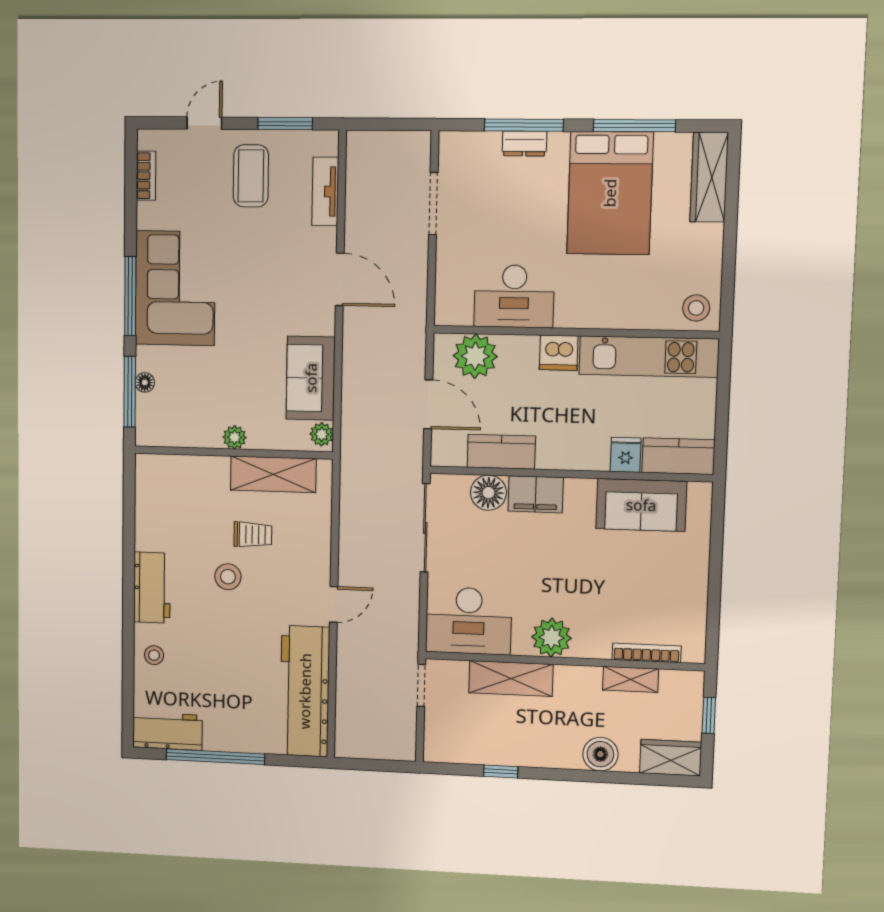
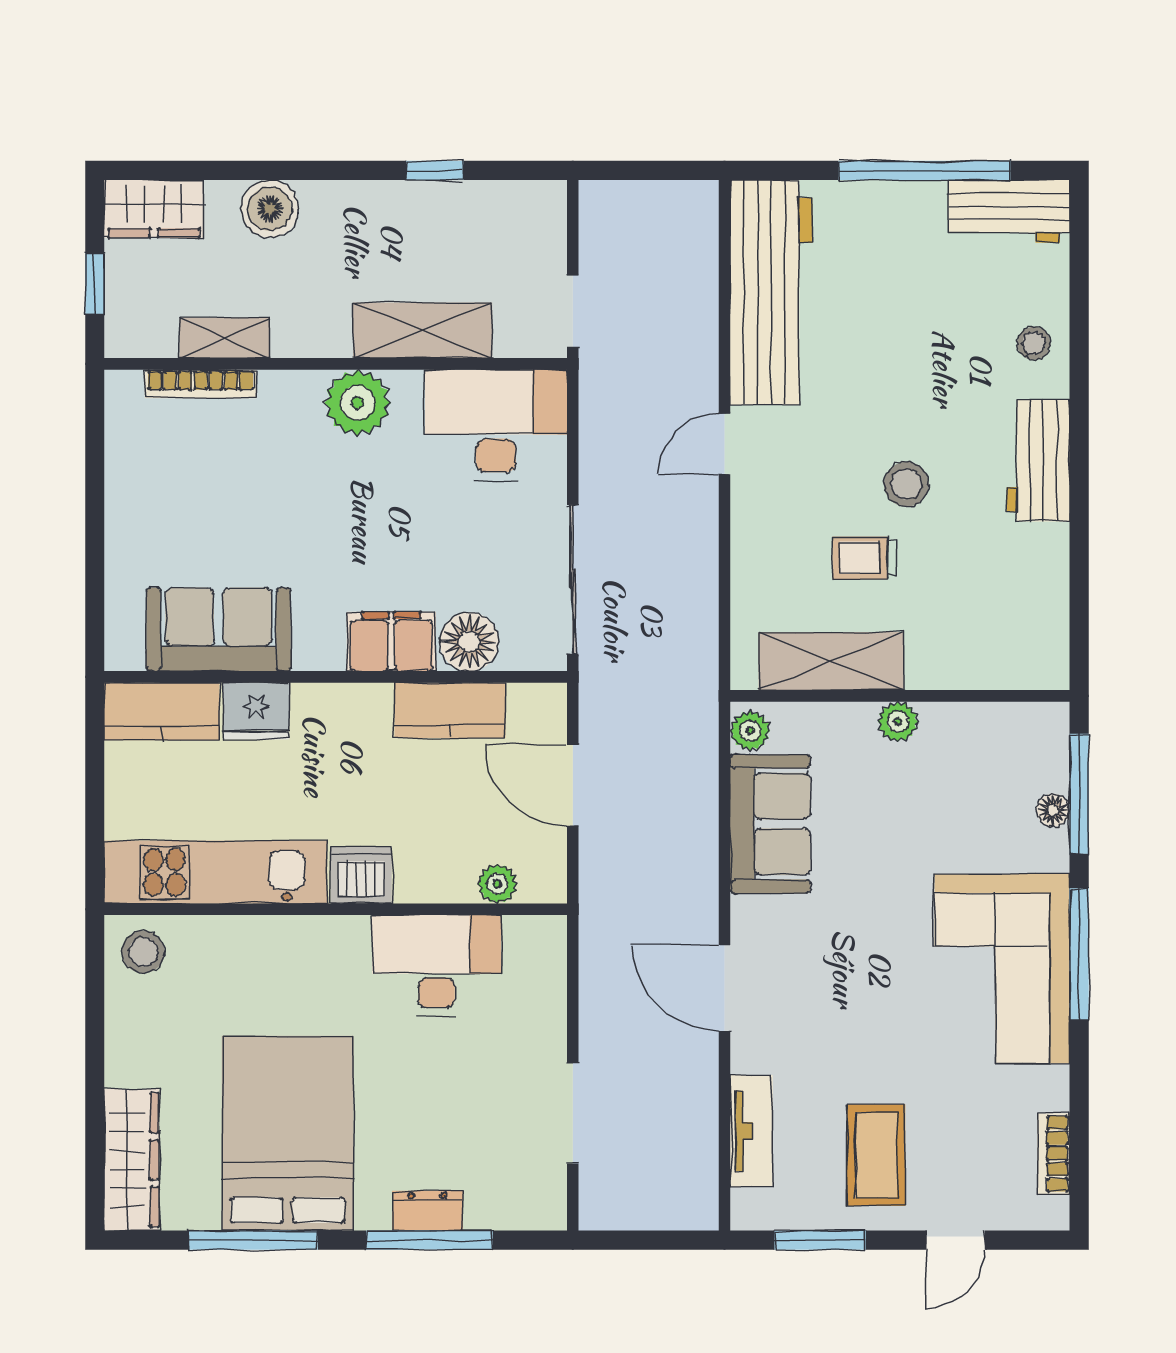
plant: (475, 356) -> (497, 884), width x0.53, depth x0.53
fridge: (626, 455) -> (256, 711), width x1.38

